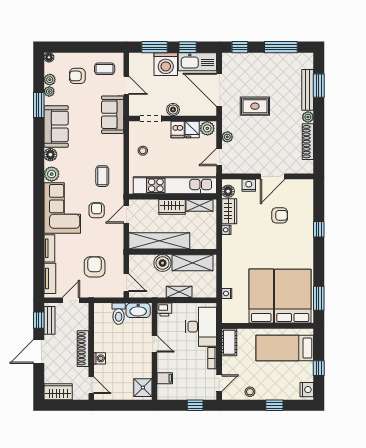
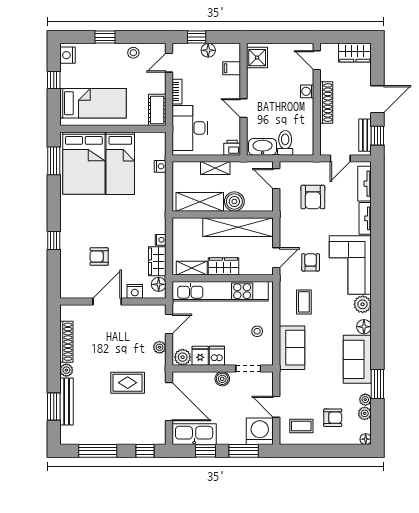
washing machine: (166, 64) -> (260, 431), moved
sofa: (113, 115) -> (292, 348), moved
armchair: (97, 210) -> (311, 262), turned 180
floor lamp: (185, 394) -> (208, 50), added

